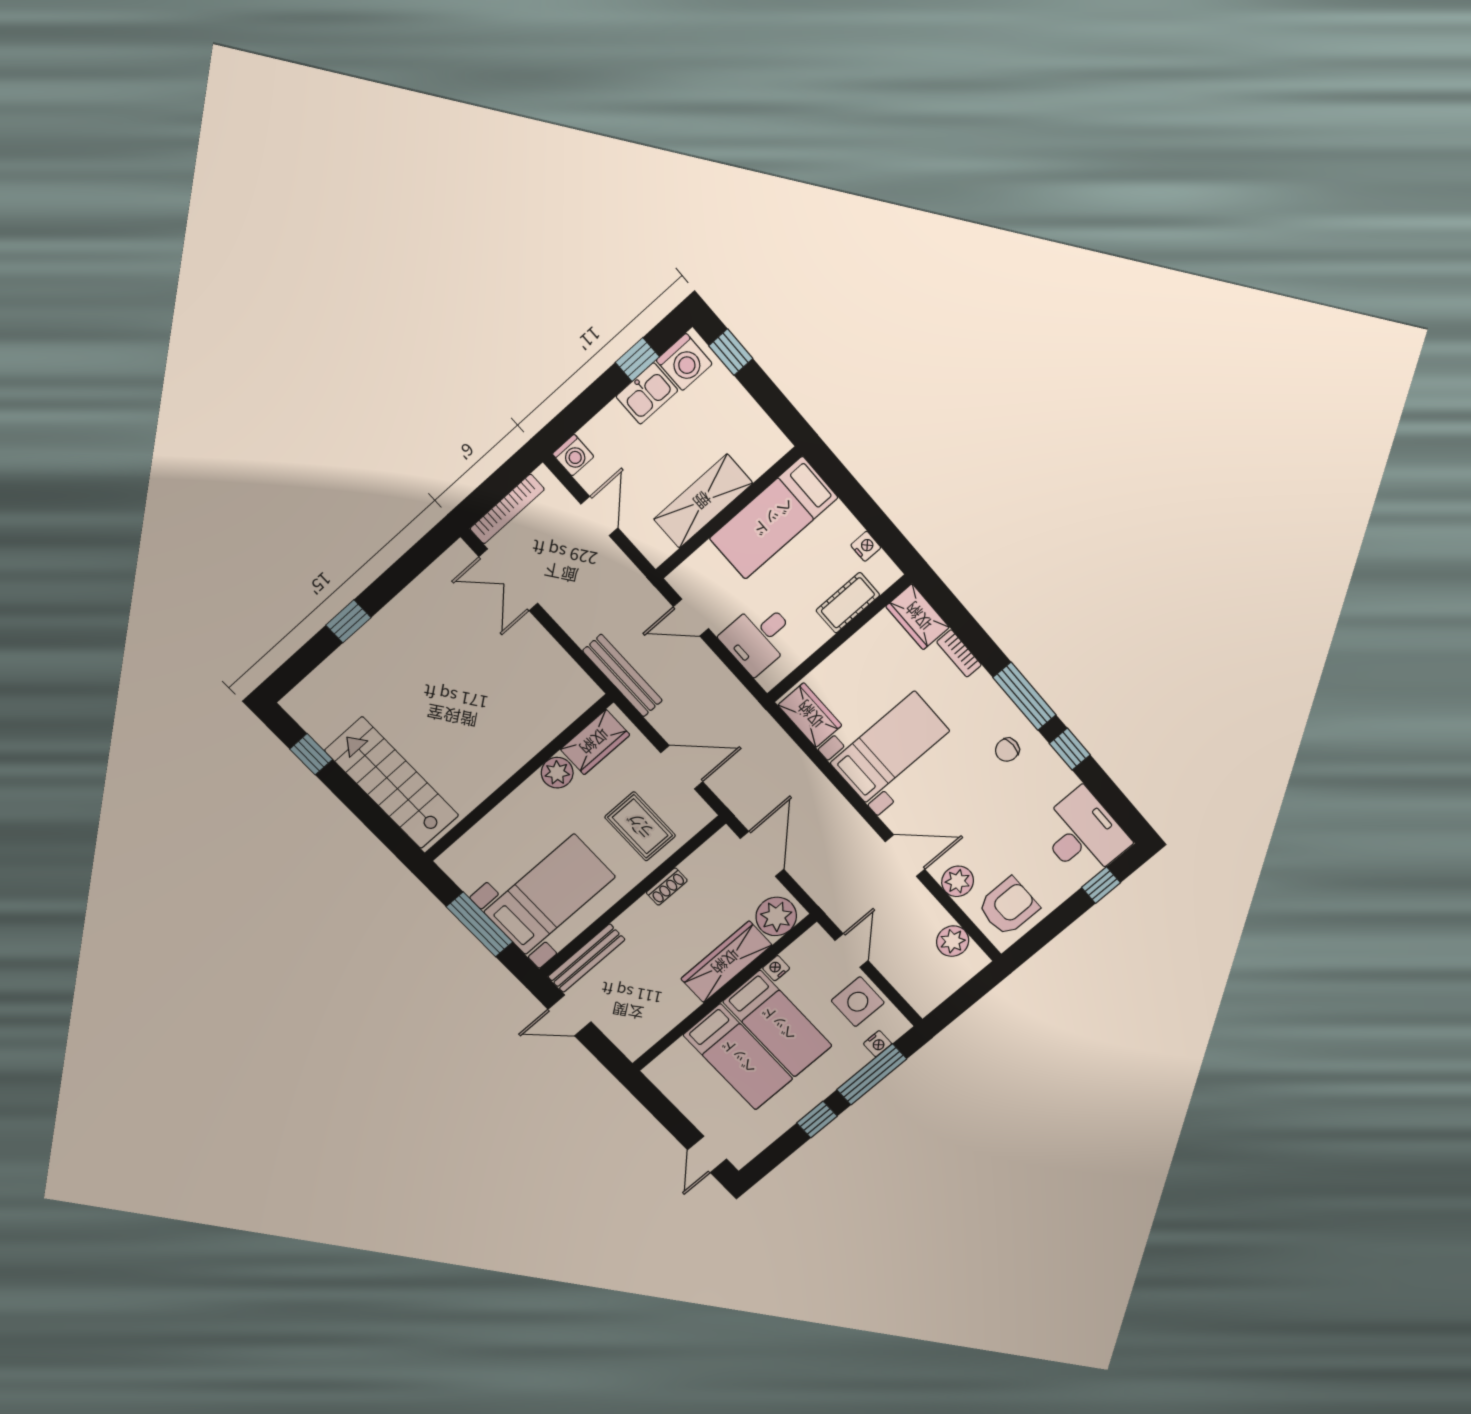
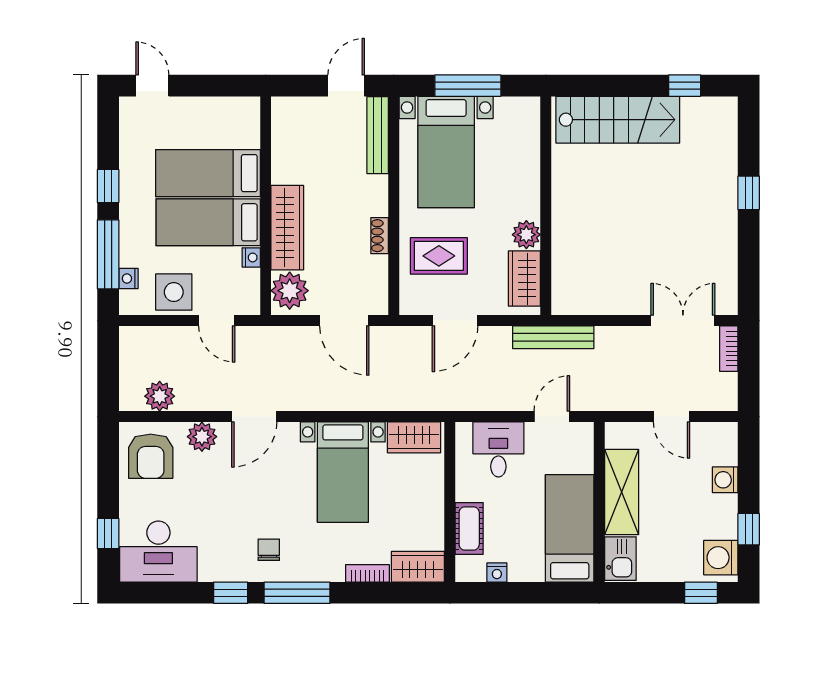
kitchen sink: (647, 393) -> (620, 559), moved, turned 180
washing machine: (573, 455) -> (725, 480), moved
bookcase: (507, 509) -> (729, 349), width x0.64

